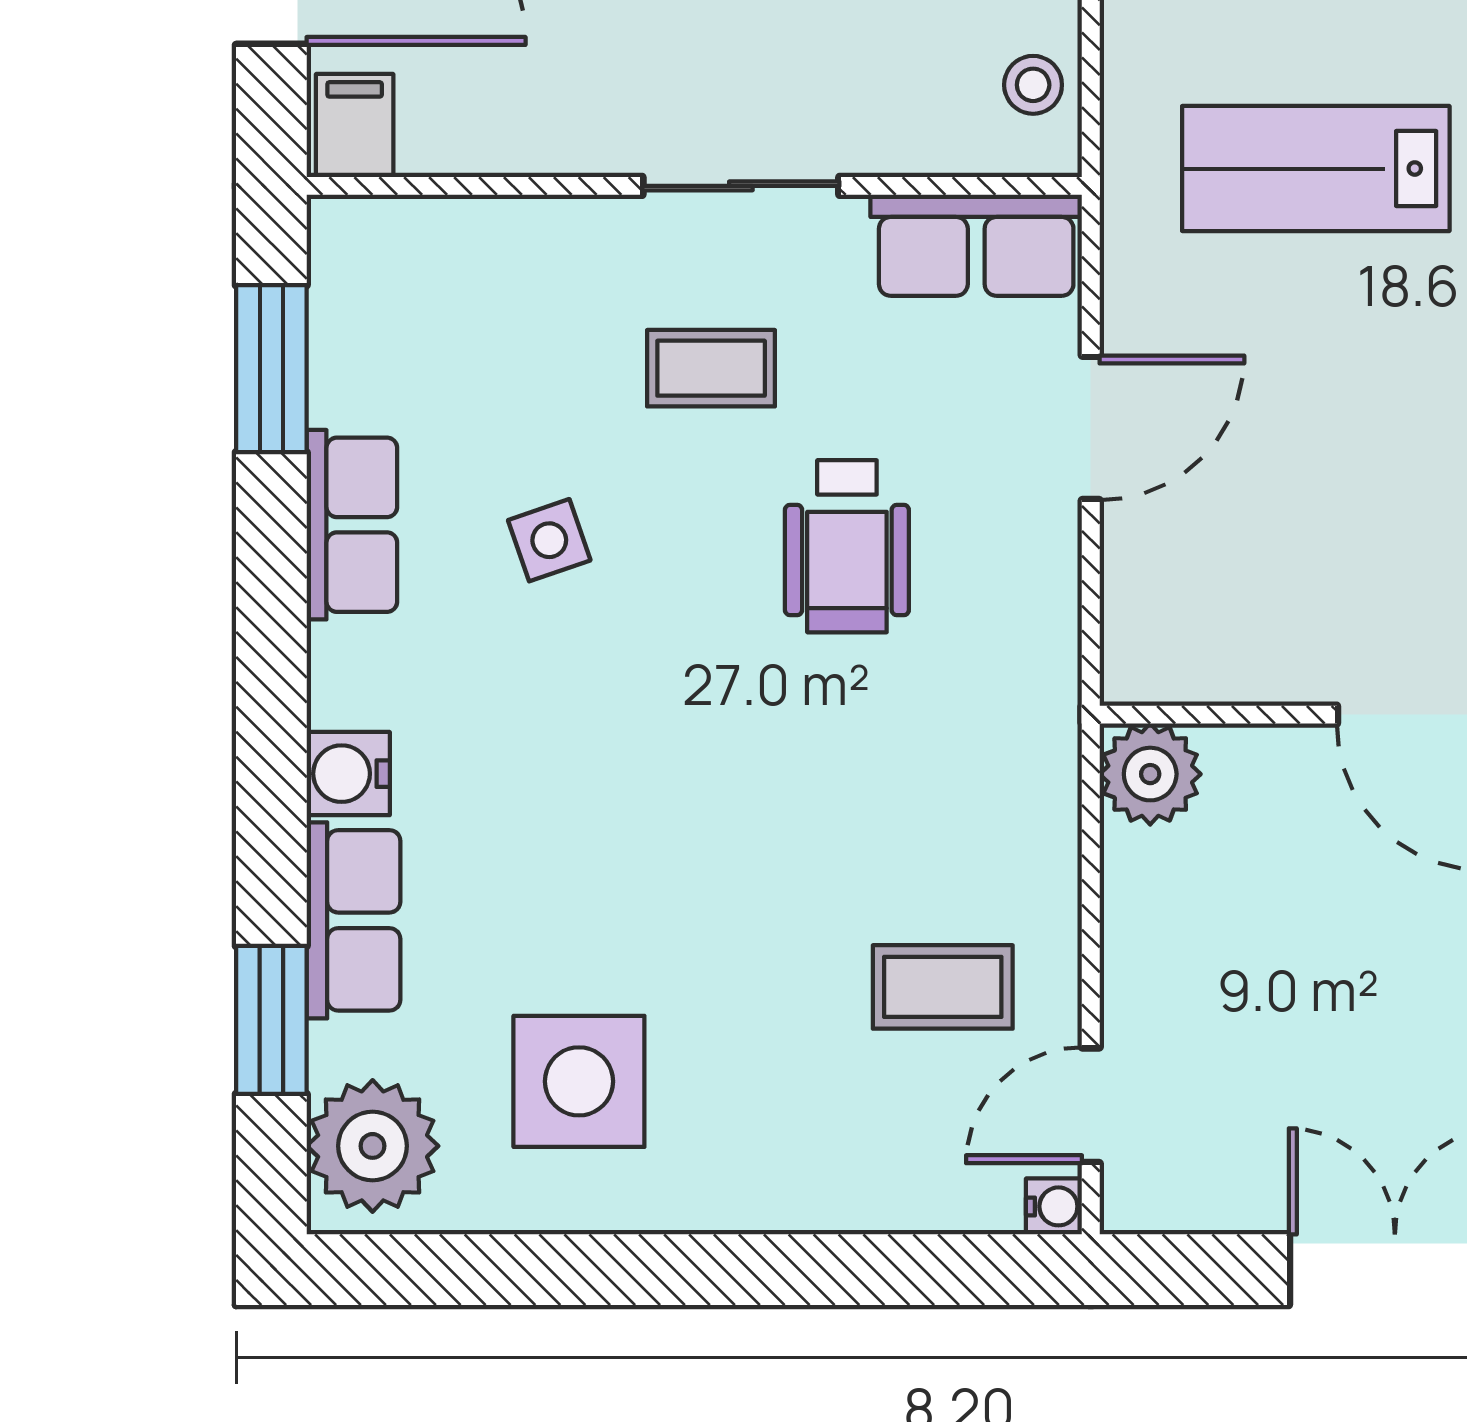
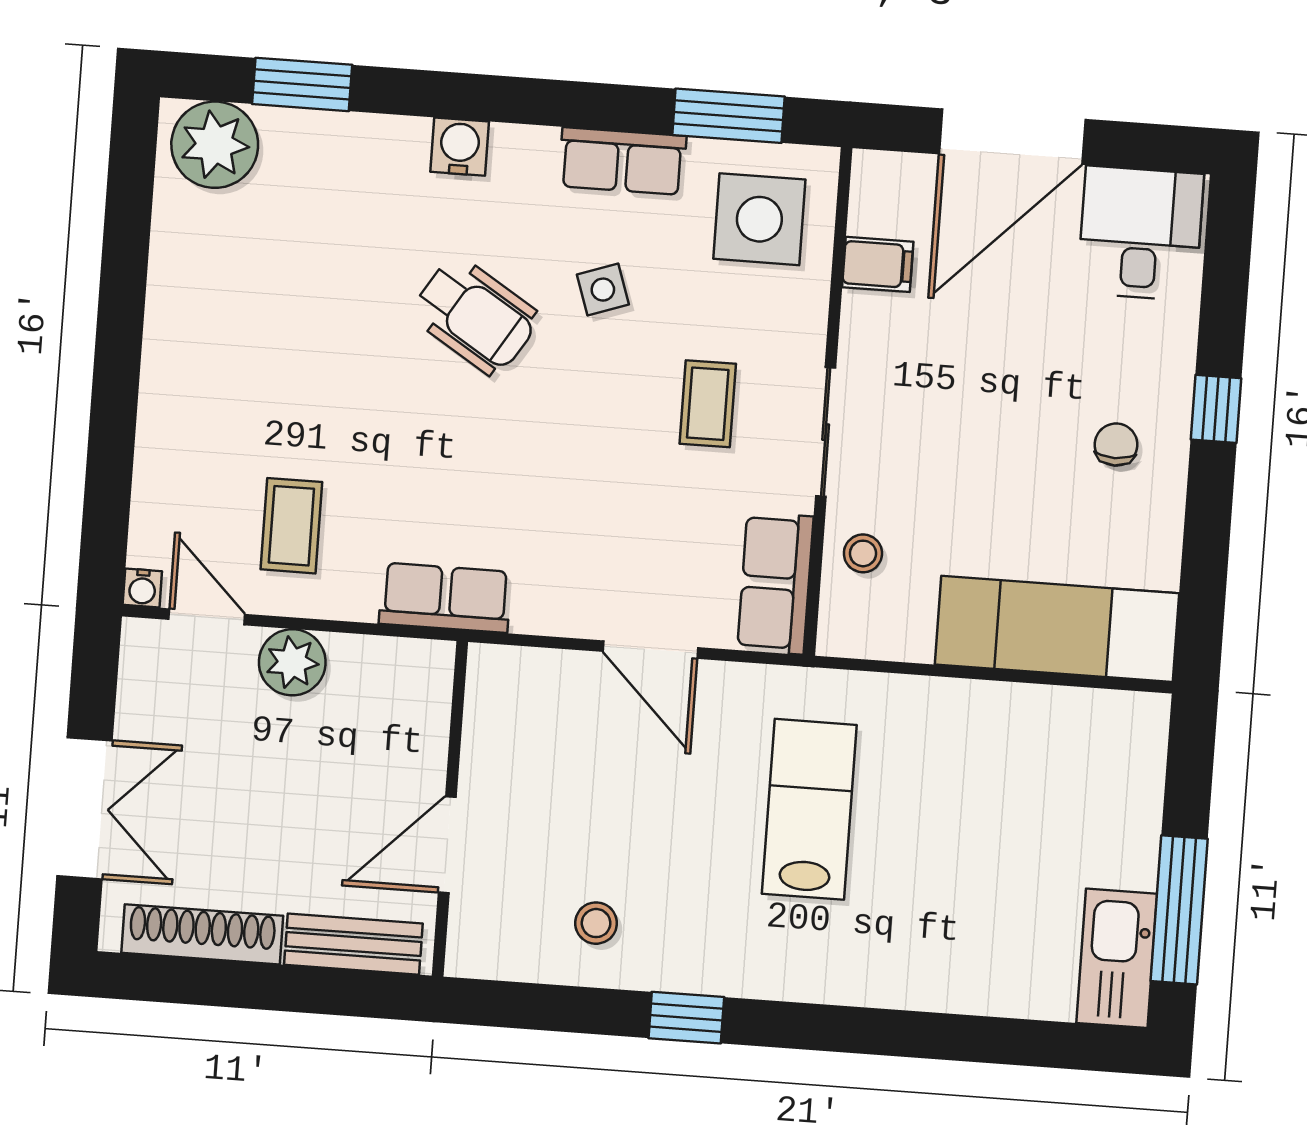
stool: (1033, 85) -> (863, 553), moved
filing cabinet: (355, 126) -> (878, 264), moved
wheelchair: (847, 546) -> (475, 316), moved, turned -148
plant: (1150, 774) -> (292, 662), moved
row of seats: (353, 920) -> (445, 598), moved, turned 180
side table: (579, 1081) -> (759, 219), moved

